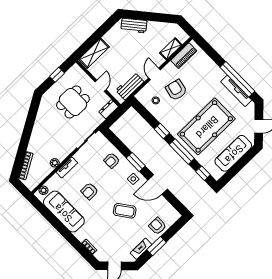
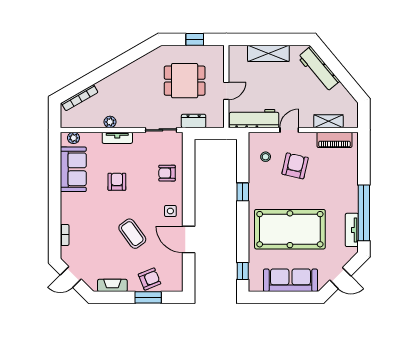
workbench: (134, 26) -> (319, 69), width x1.38
shelving: (94, 53) -> (268, 53), moved
workbench: (130, 86) -> (254, 119), width x1.37
tv unit: (236, 91) -> (352, 230), width x0.71
dresser: (109, 109) -> (194, 121), moved
window: (182, 151) -> (243, 230), removed
window: (136, 162) -> (189, 197), removed
armchair: (89, 191) -> (117, 182), turned 90
sofa: (64, 212) -> (73, 169), width x0.73
armchair: (157, 226) -> (150, 279), turned 68
window: (157, 246) -> (148, 297), moved

